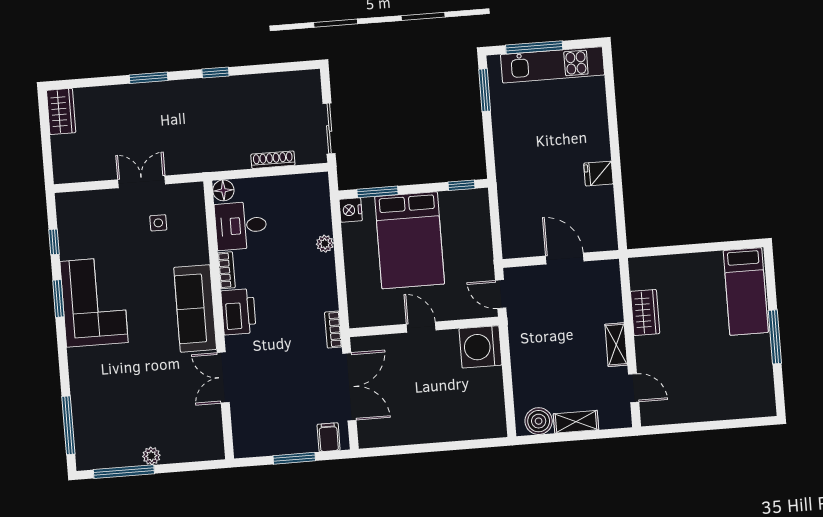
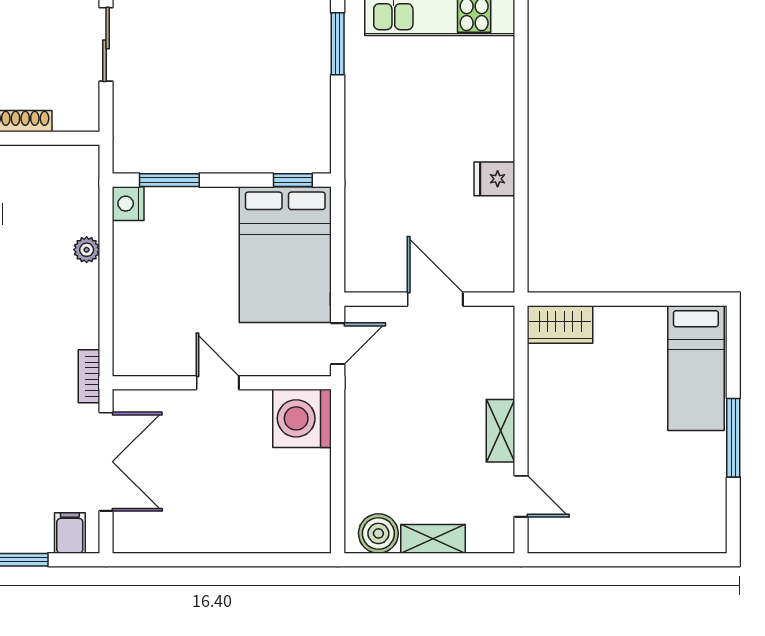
sliding door: (329, 128) -> (106, 44), moved
bed: (410, 240) -> (285, 255), moved
door: (501, 294) -> (338, 344), swing flipped
wardrobe: (645, 312) -> (560, 324), moved, turned 90

